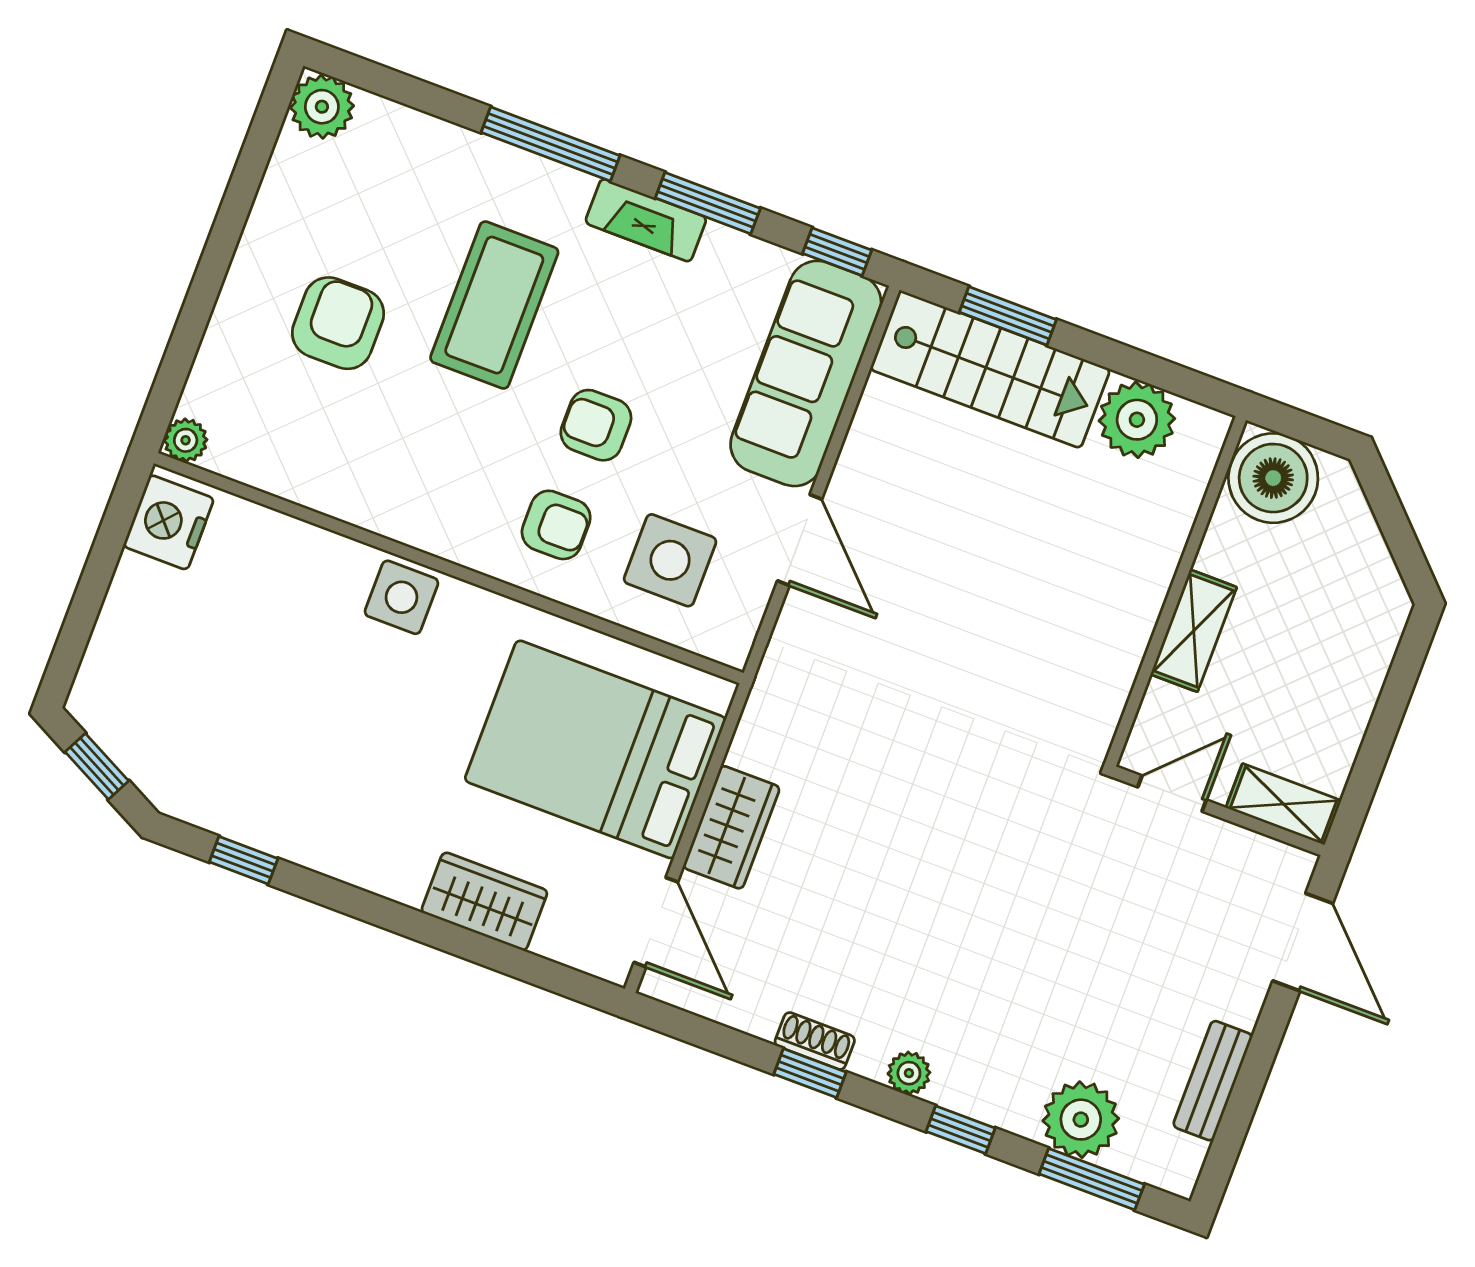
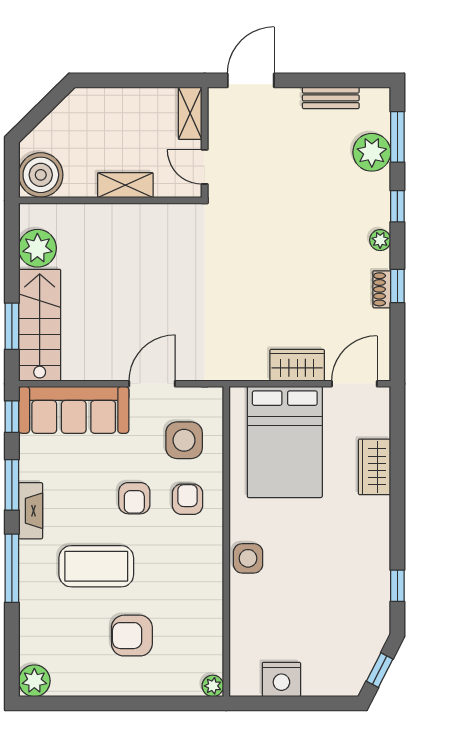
nightstand: (169, 522) -> (281, 679), moved

